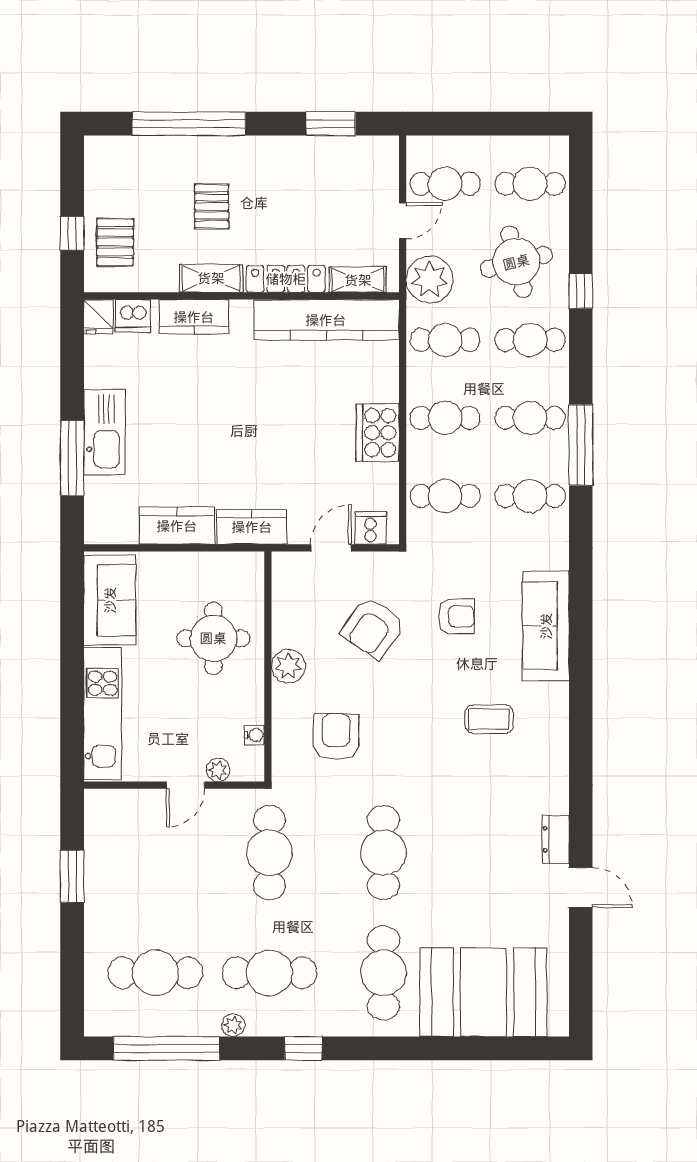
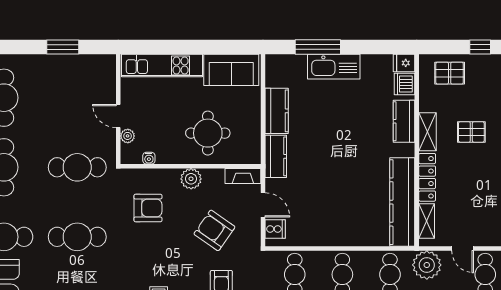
window: (72, 233) -> (480, 47), moved
cooker: (378, 433) -> (333, 233), removed
fireplace: (284, 581) -> (243, 176), added

